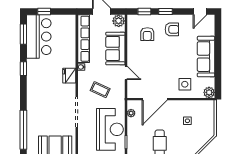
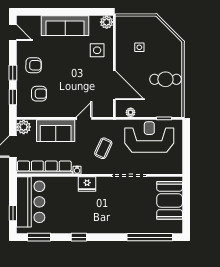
armchair: (172, 29) -> (34, 65), turned 91
bar counter: (39, 37) -> (31, 202), moved, turned 90

